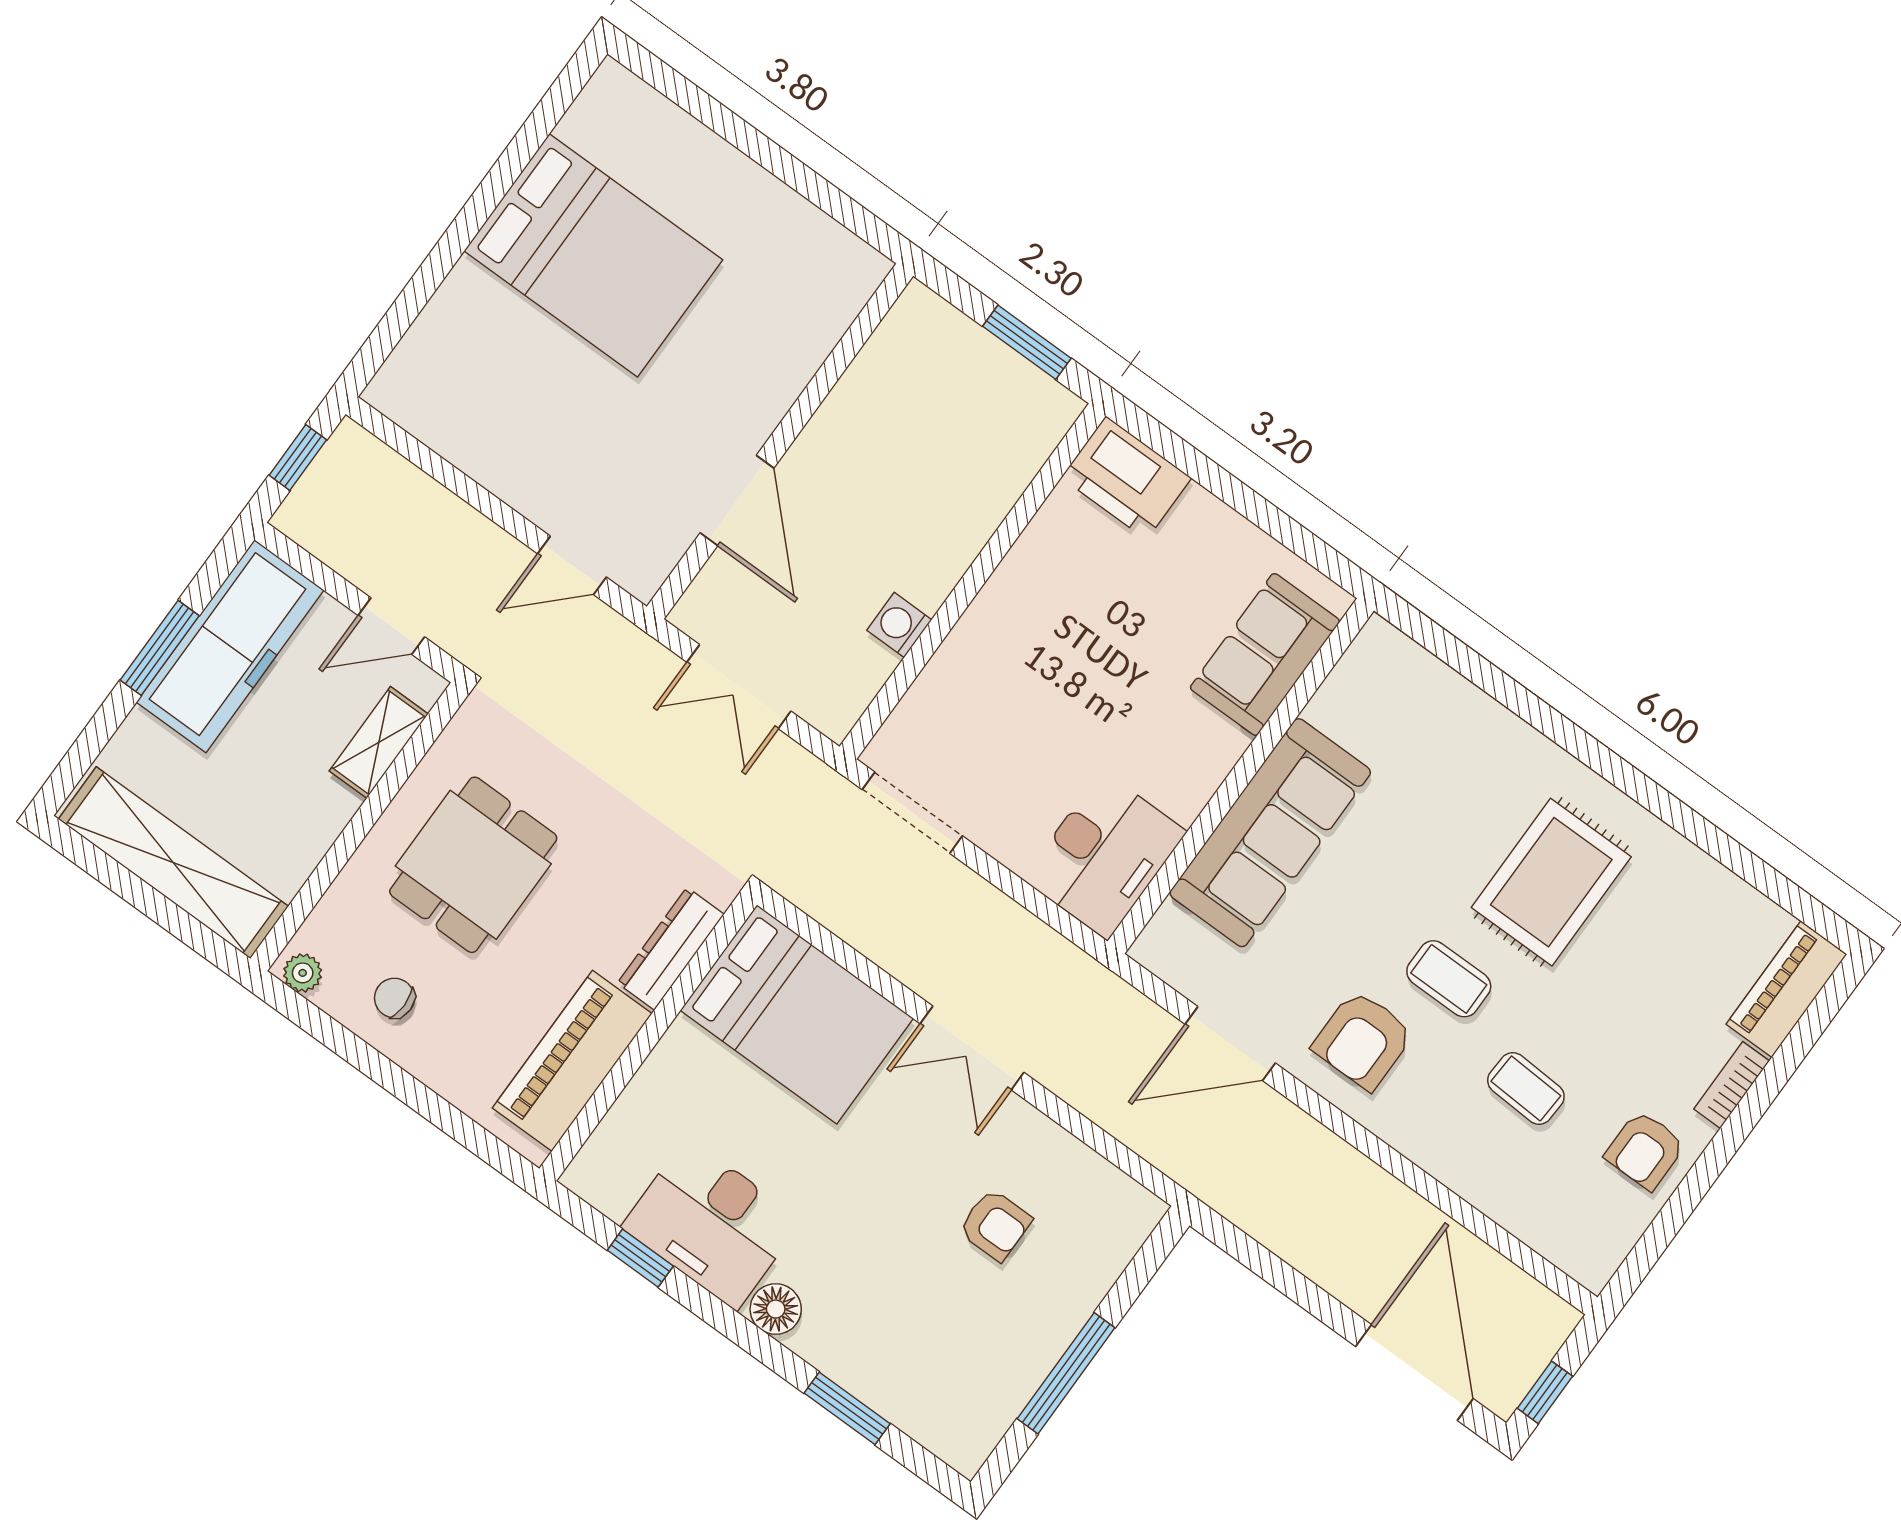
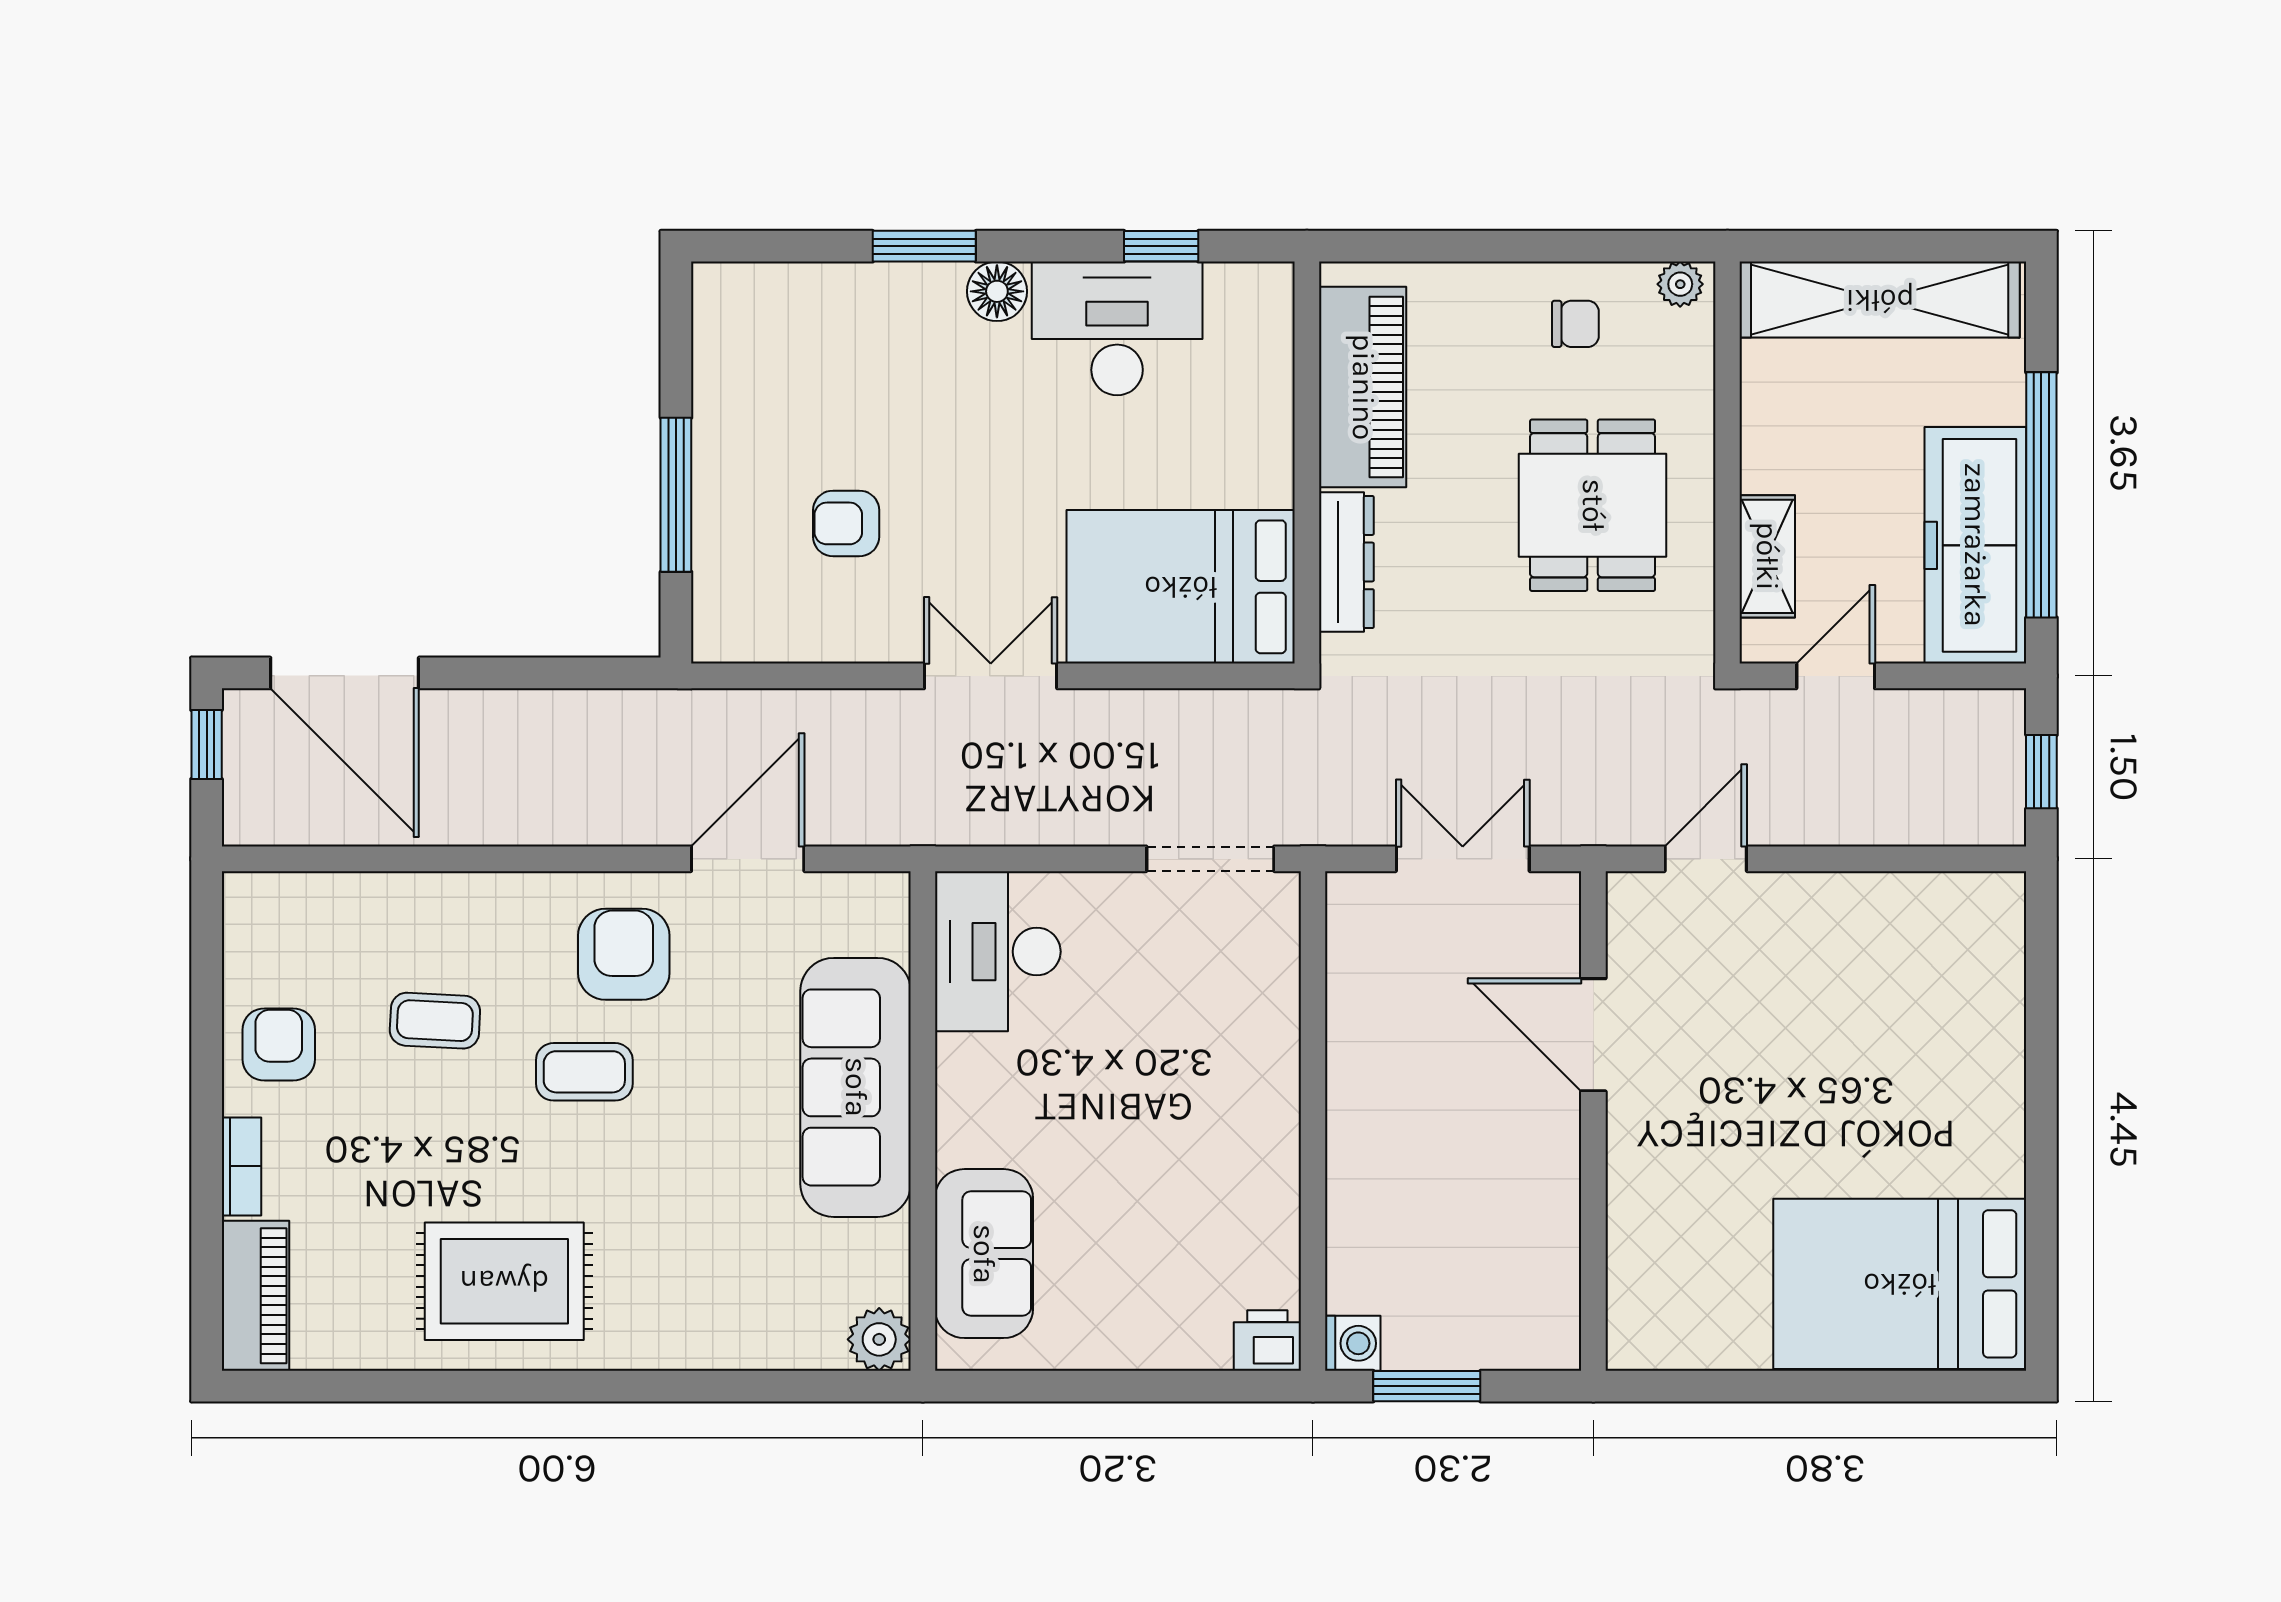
bed: (593, 255) -> (1900, 1284), moved
printer: (1126, 478) -> (1267, 1340), width x0.53, depth x0.68
washing machine: (899, 625) -> (1353, 1343), moved
window: (160, 648) -> (2041, 495), width x2.11
plant: (1380, 648) -> (879, 1339), added
rug: (1551, 882) -> (504, 1281), moved, turned 90
window: (1066, 1373) -> (676, 495), moved
window: (847, 1408) -> (924, 246), moved

